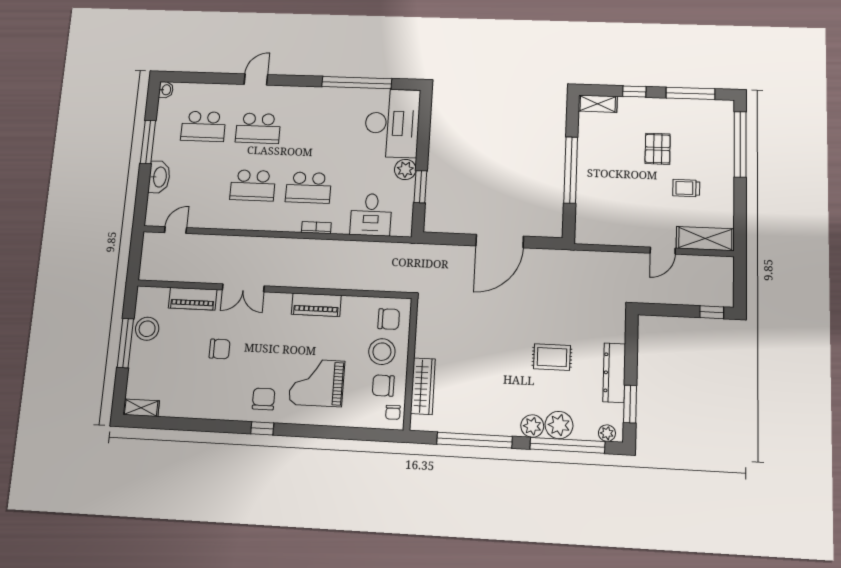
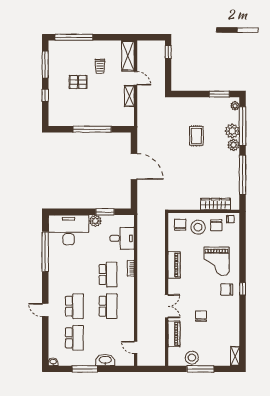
shelving: (598, 104) -> (129, 96), moved
dresser: (614, 373) -> (203, 103), removed

